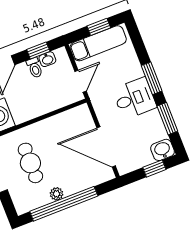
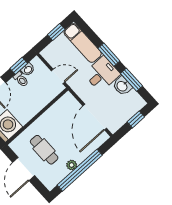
exam couch: (98, 43) -> (83, 43), moved, turned 90
door: (81, 81) -> (58, 76), hinge flipped
door: (106, 147) -> (95, 117), hinge flipped
washbasin: (163, 150) -> (122, 86), moved, turned -90

